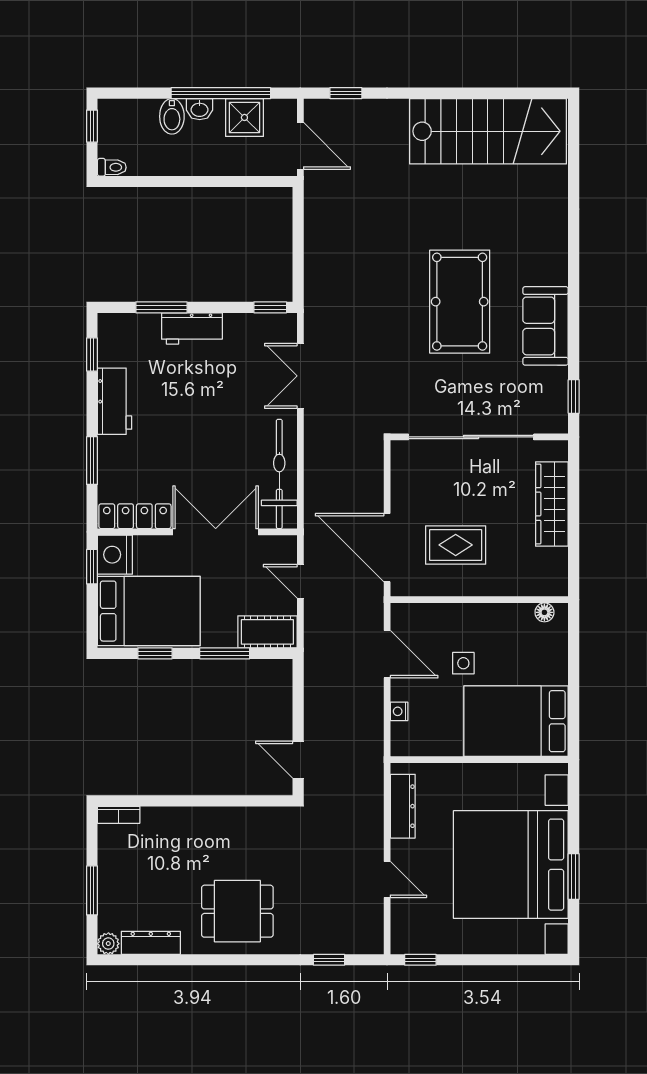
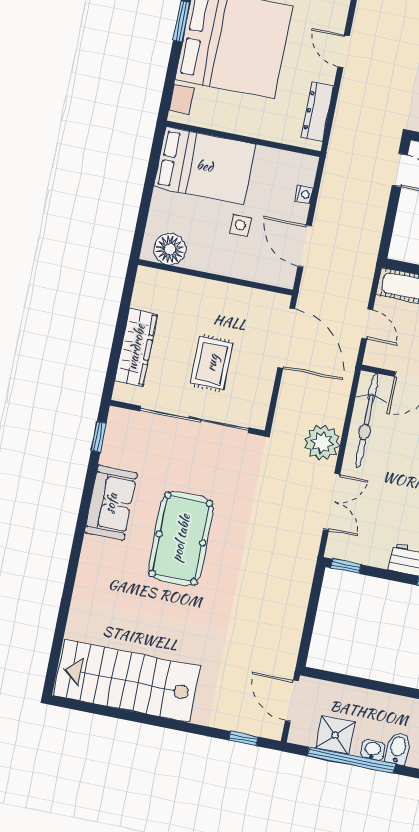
plant: (324, 440) -> (322, 442), added
rug: (456, 545) -> (212, 363), moved, turned 90
floor lamp: (544, 612) -> (170, 249), width x1.89, depth x1.89

